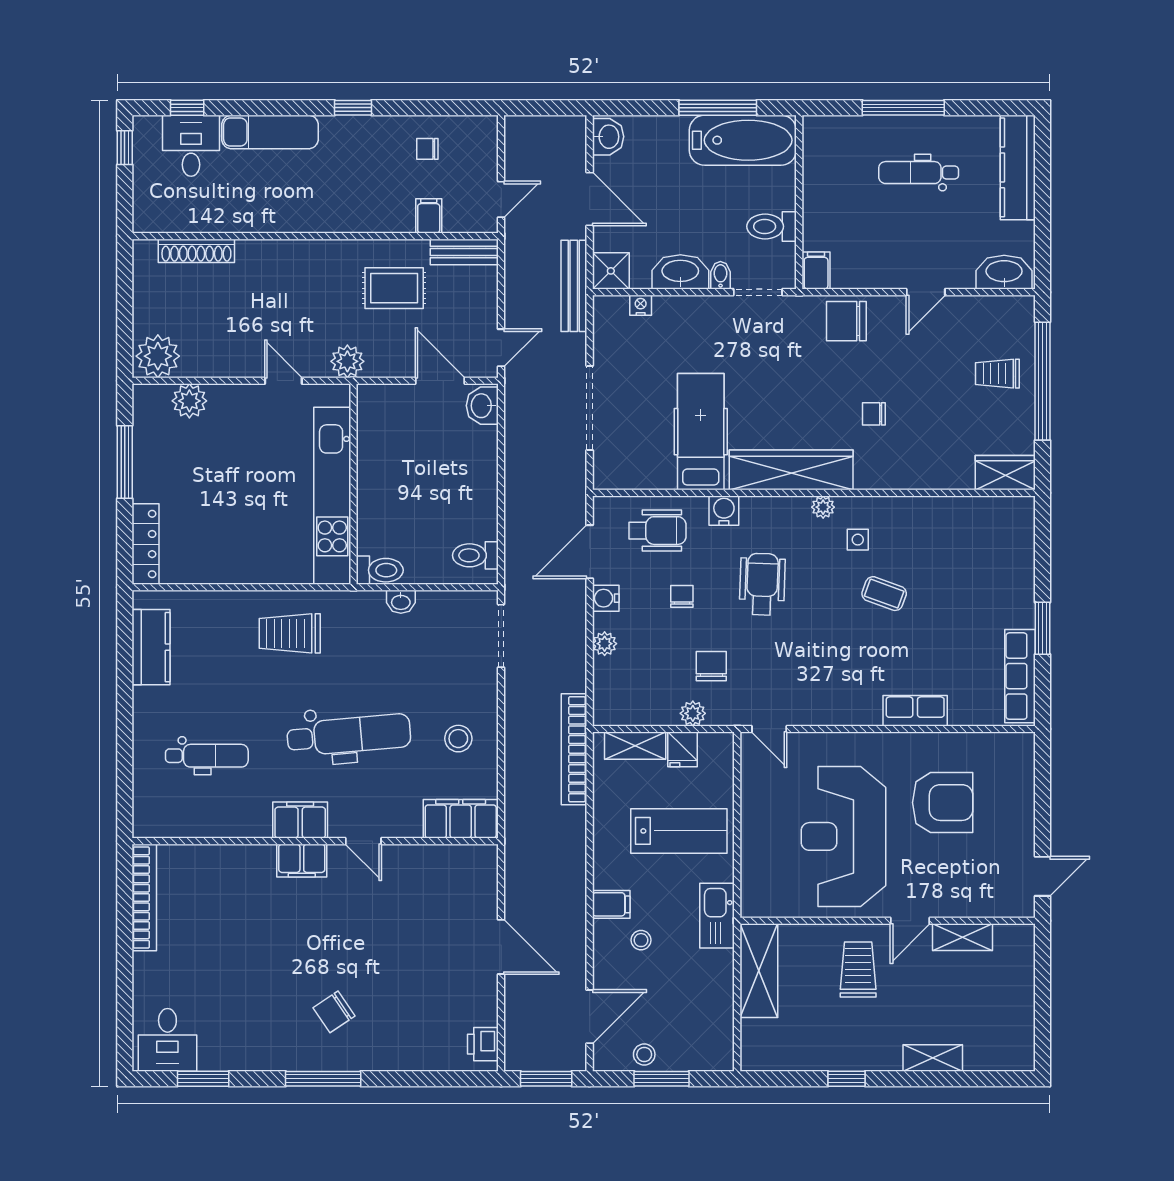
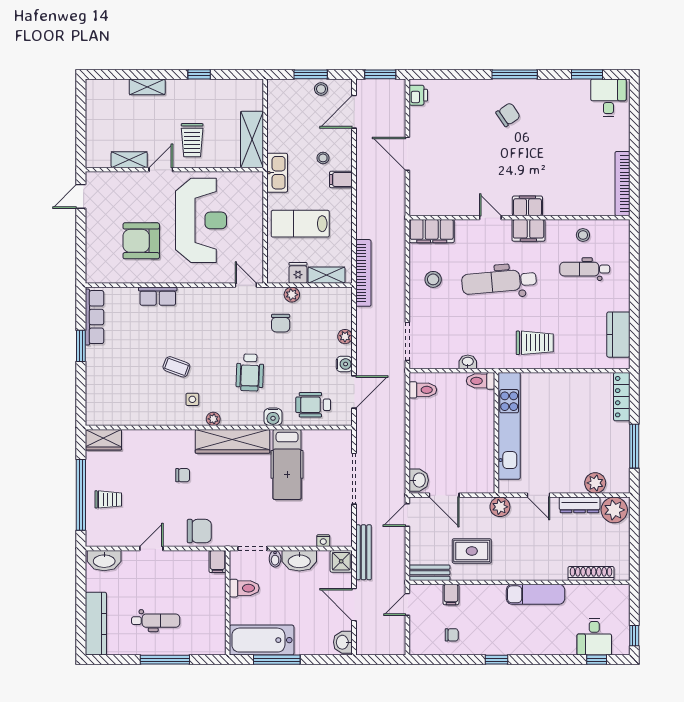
exam couch: (270, 132) -> (536, 594), moved, turned 180
dresser: (215, 365) -> (580, 505), added
chair: (682, 596) -> (298, 365), removed
stool: (210, 812) -> (583, 235), added

